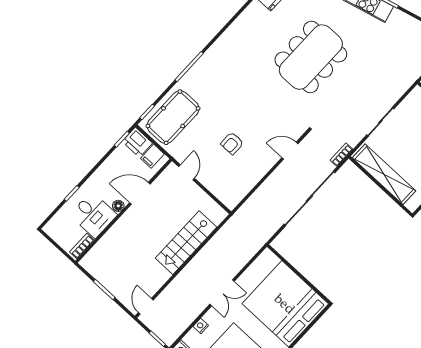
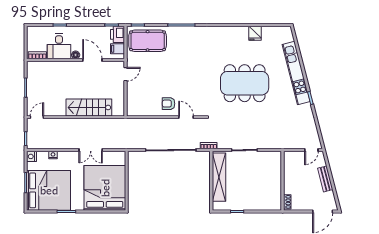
armchair: (232, 143) -> (169, 104), moved
double door: (222, 293) -> (91, 150), moved

